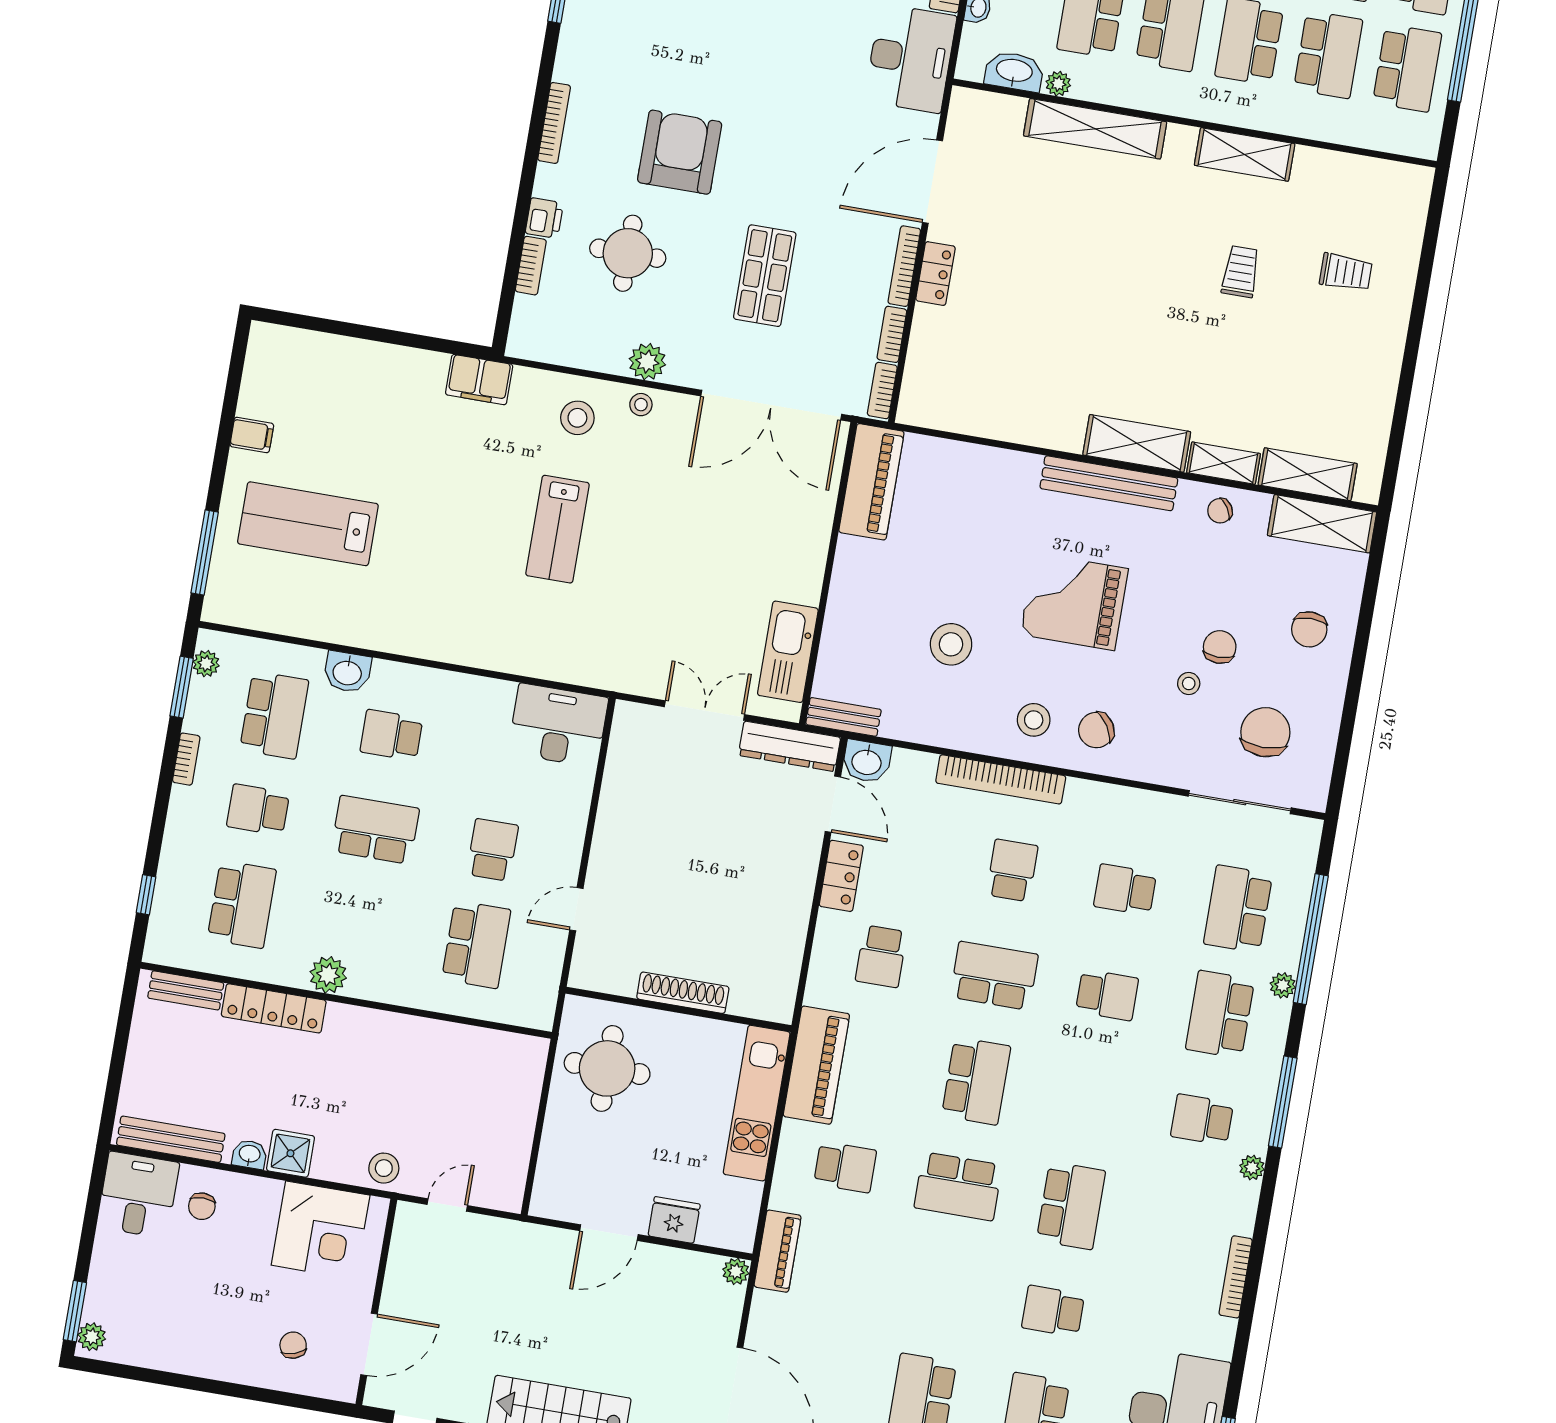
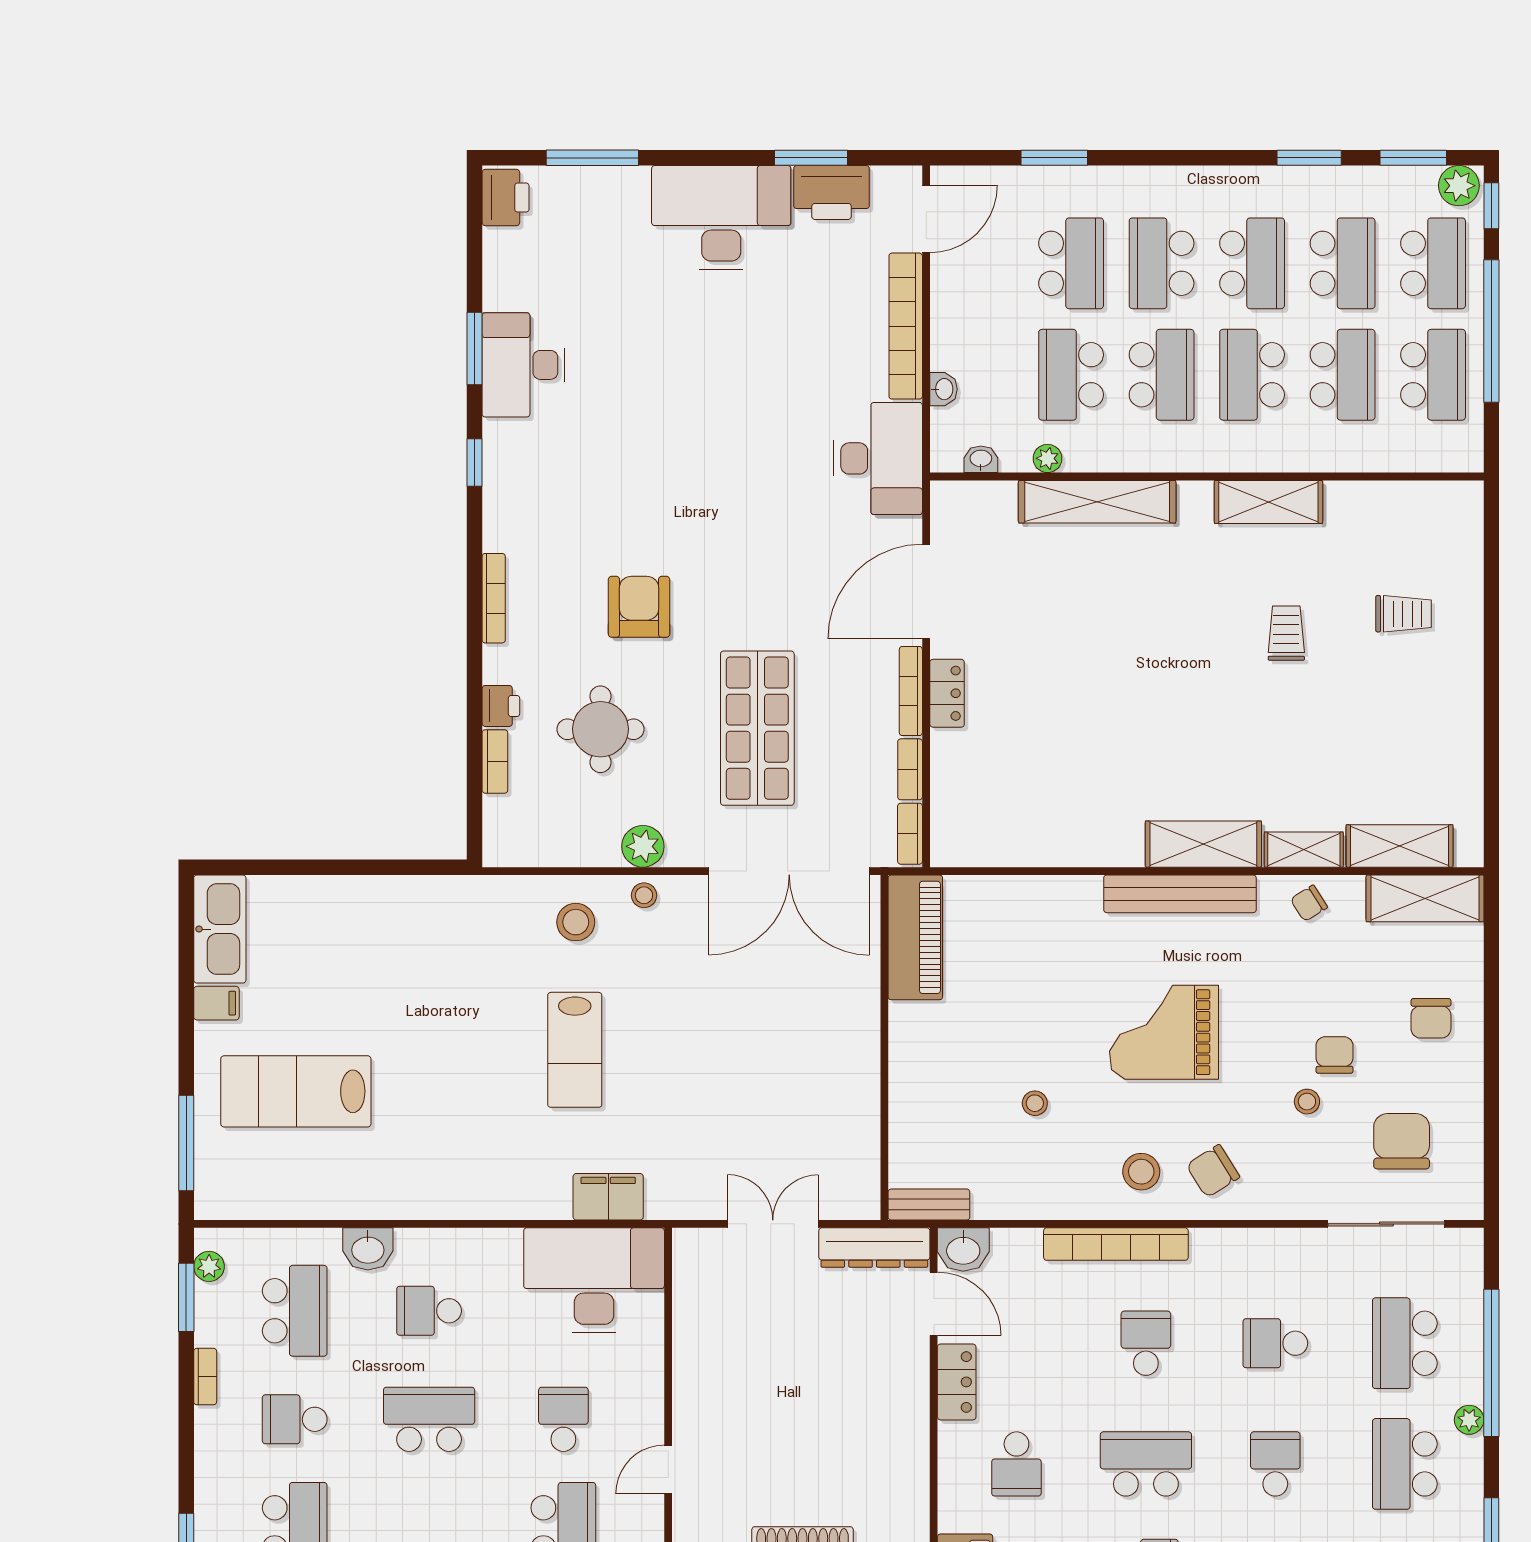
washbasin: (1014, 71) -> (981, 459), width x0.52, depth x0.69
armchair: (680, 152) -> (639, 607), width x0.73, depth x0.73
shop shelf: (765, 276) -> (757, 728), width x1.43, depth x1.36
filing cabinet: (479, 380) -> (608, 1197), moved, turned 180
stool: (951, 644) -> (1035, 1103), width x0.53, depth x0.53
kitchen sink: (788, 652) -> (220, 929), moved, turned 180
desk: (558, 725) -> (594, 1280), width x1.36, depth x1.30
school desk: (1107, 995) -> (1275, 1464), turned -90

